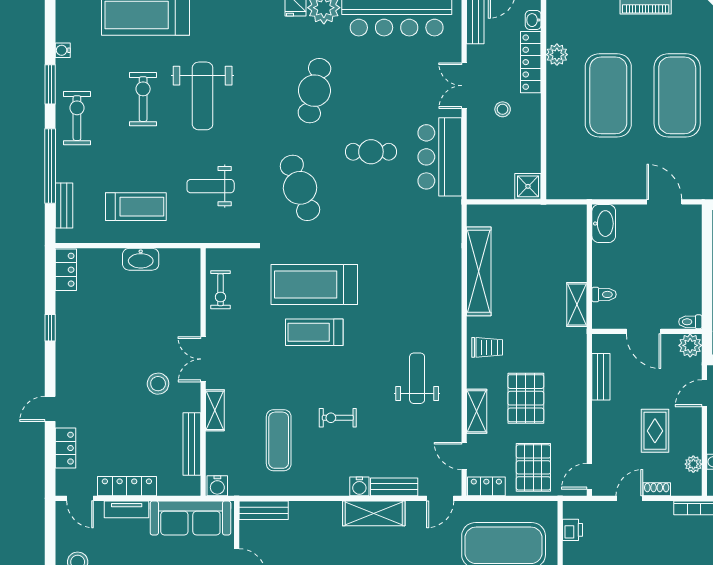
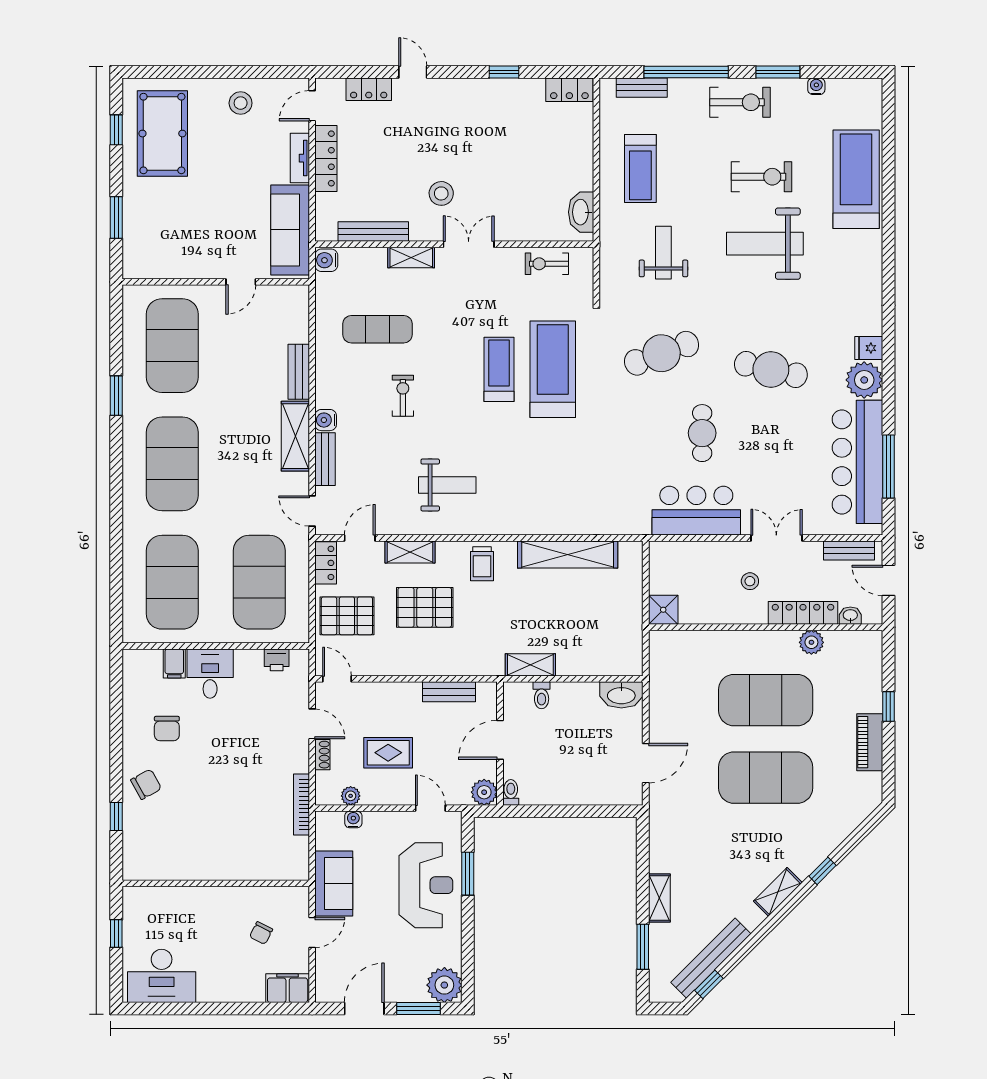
washbasin: (141, 259) -> (581, 212), moved
bench: (264, 510) -> (299, 372), moved

